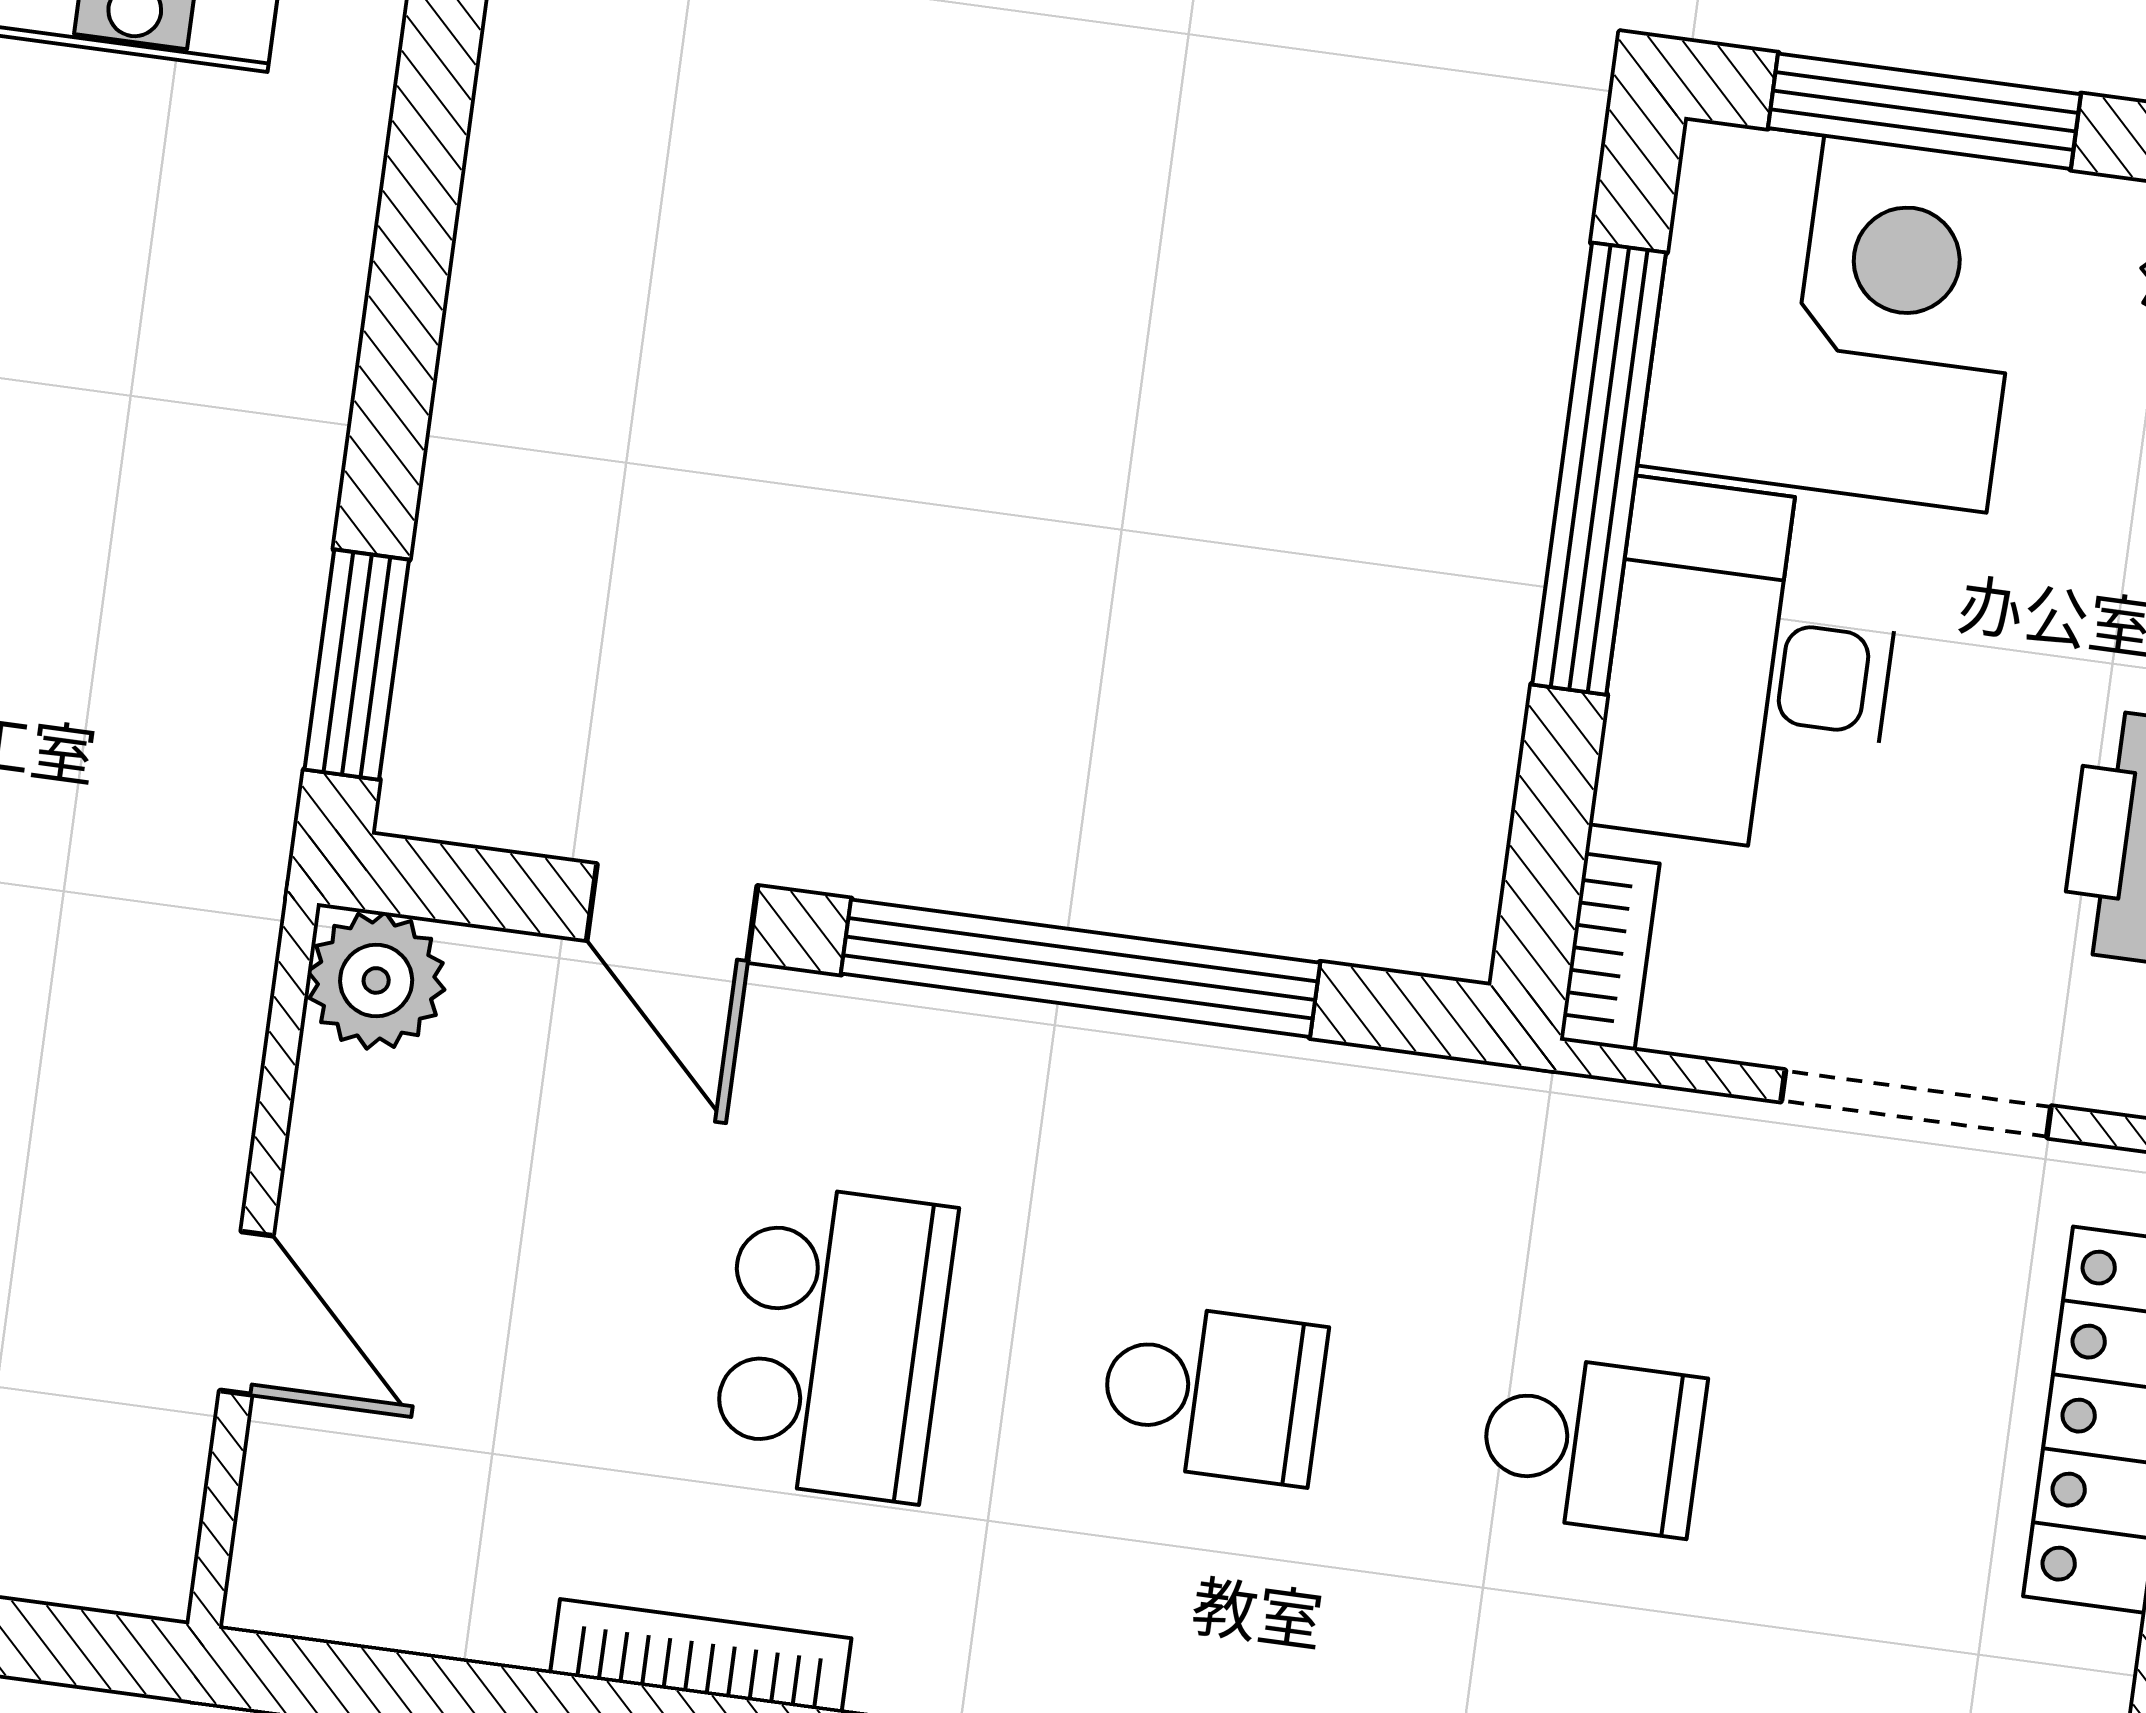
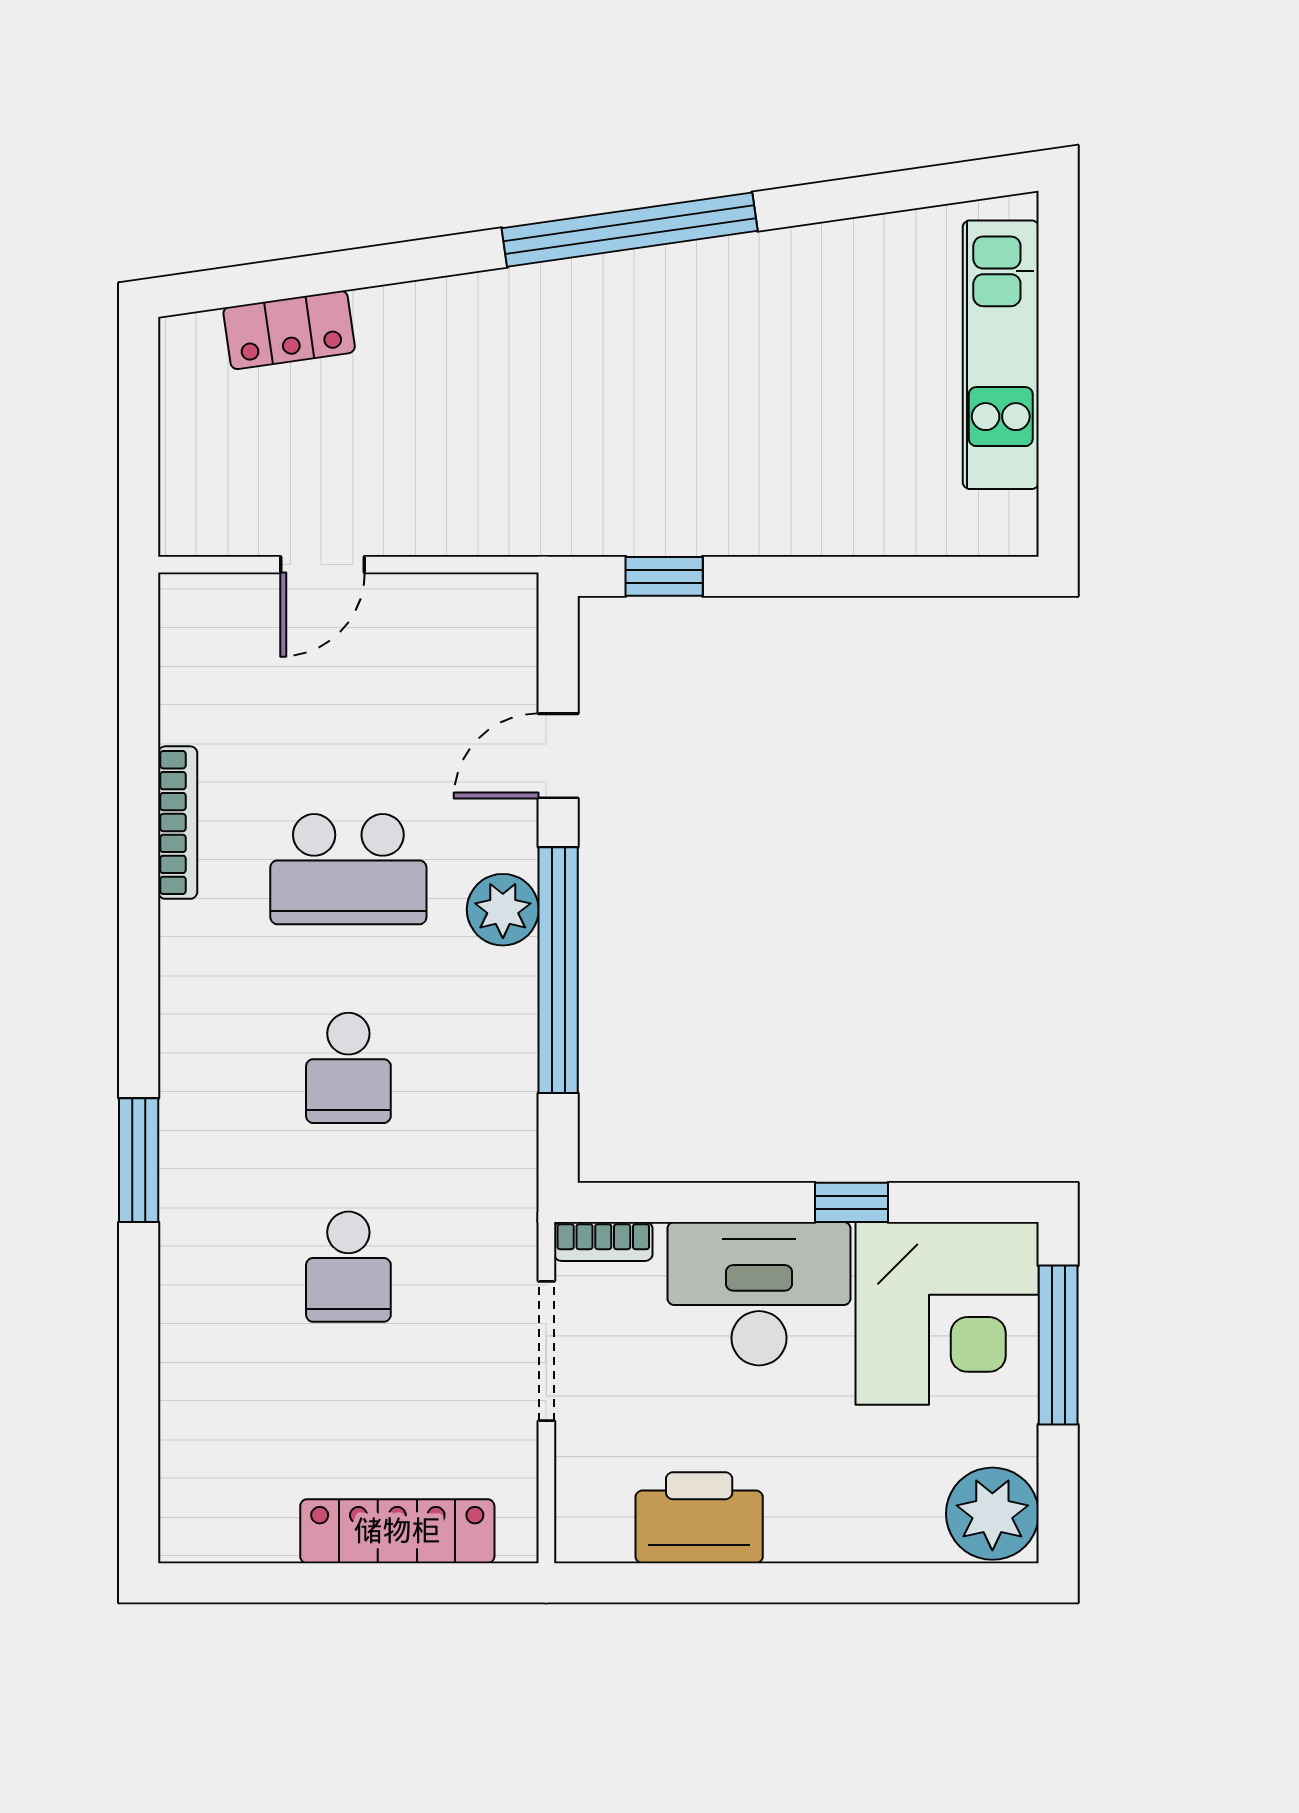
window: (1599, 469) -> (851, 1202), width x0.32
window: (357, 665) -> (664, 576), width x0.67
plant: (376, 980) -> (503, 910), moved
doorway: (1916, 1104) -> (546, 1351), moved

